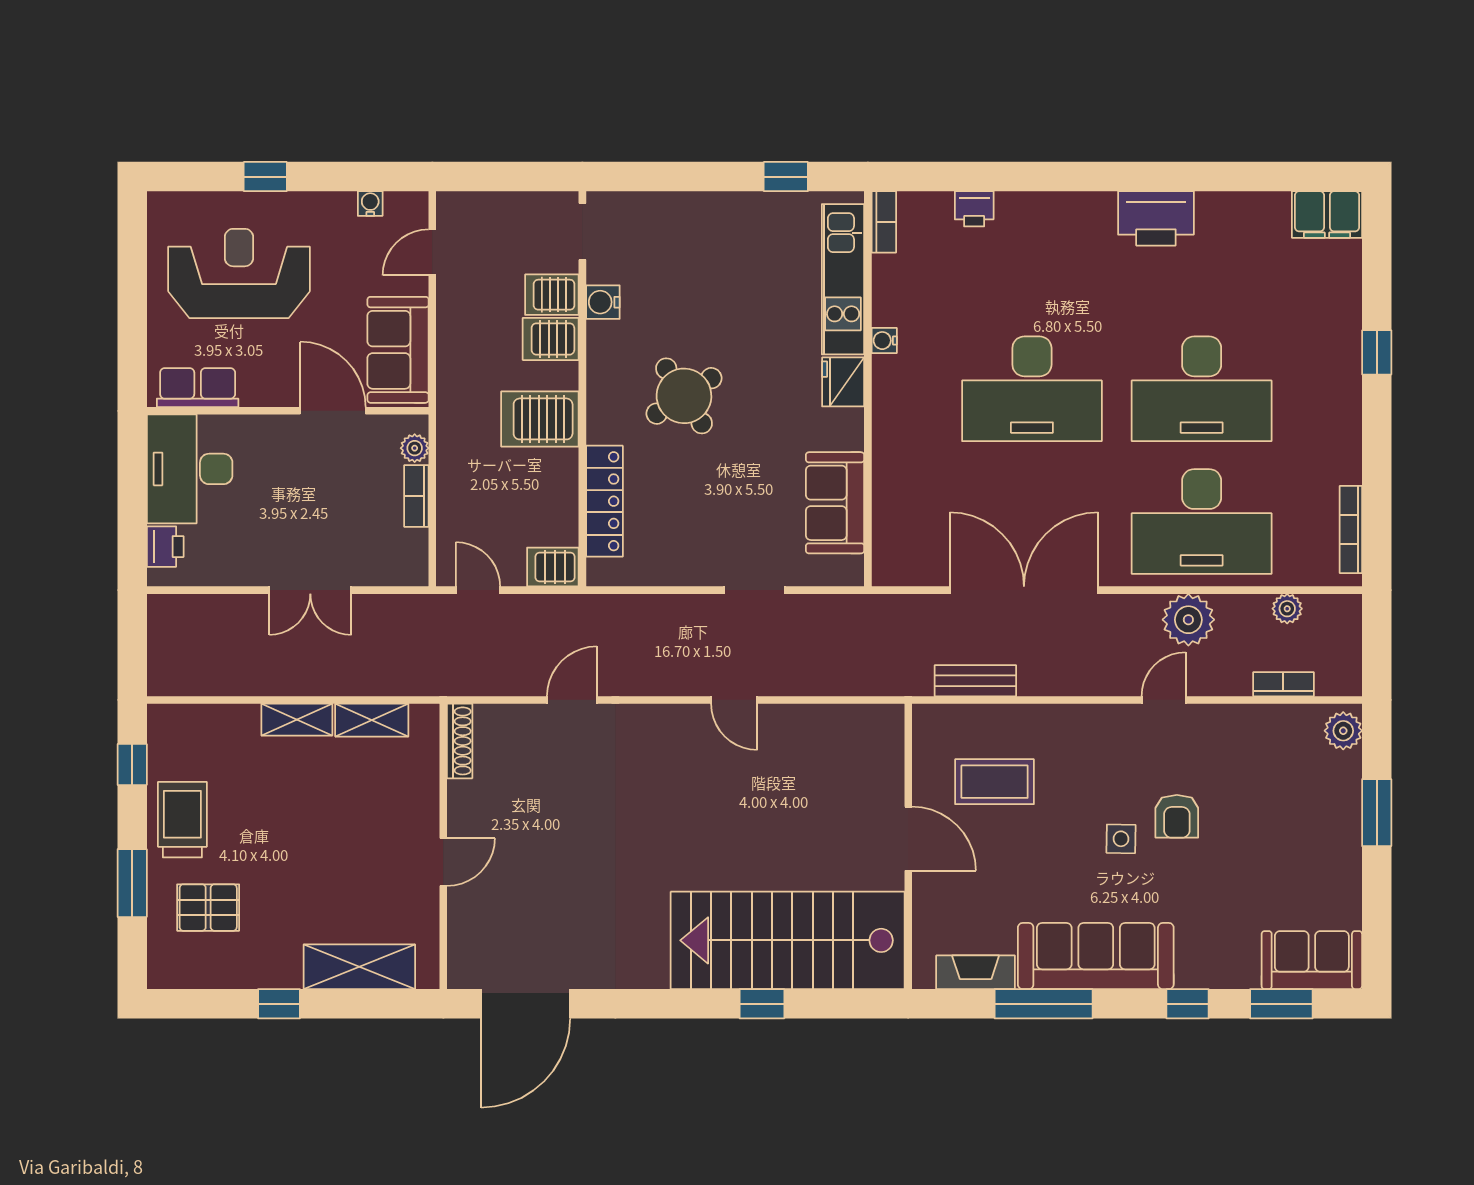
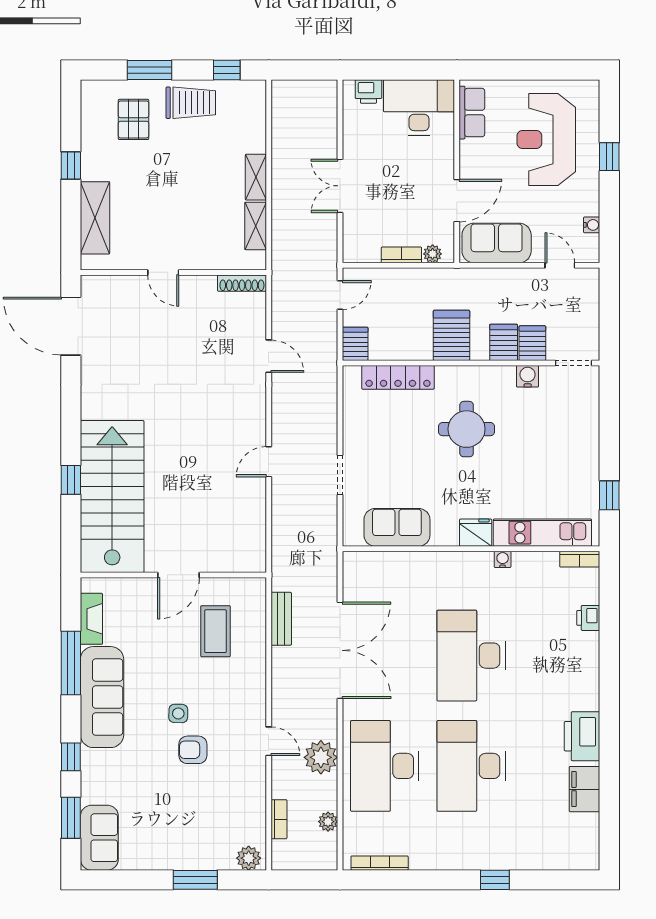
filing cabinet: (1327, 215) -> (585, 789), moved
reception desk: (239, 273) -> (546, 139), turned 180
round table: (684, 396) -> (467, 429), turned 33

